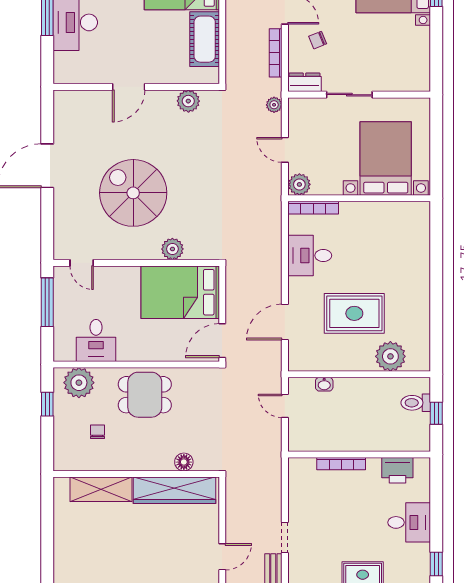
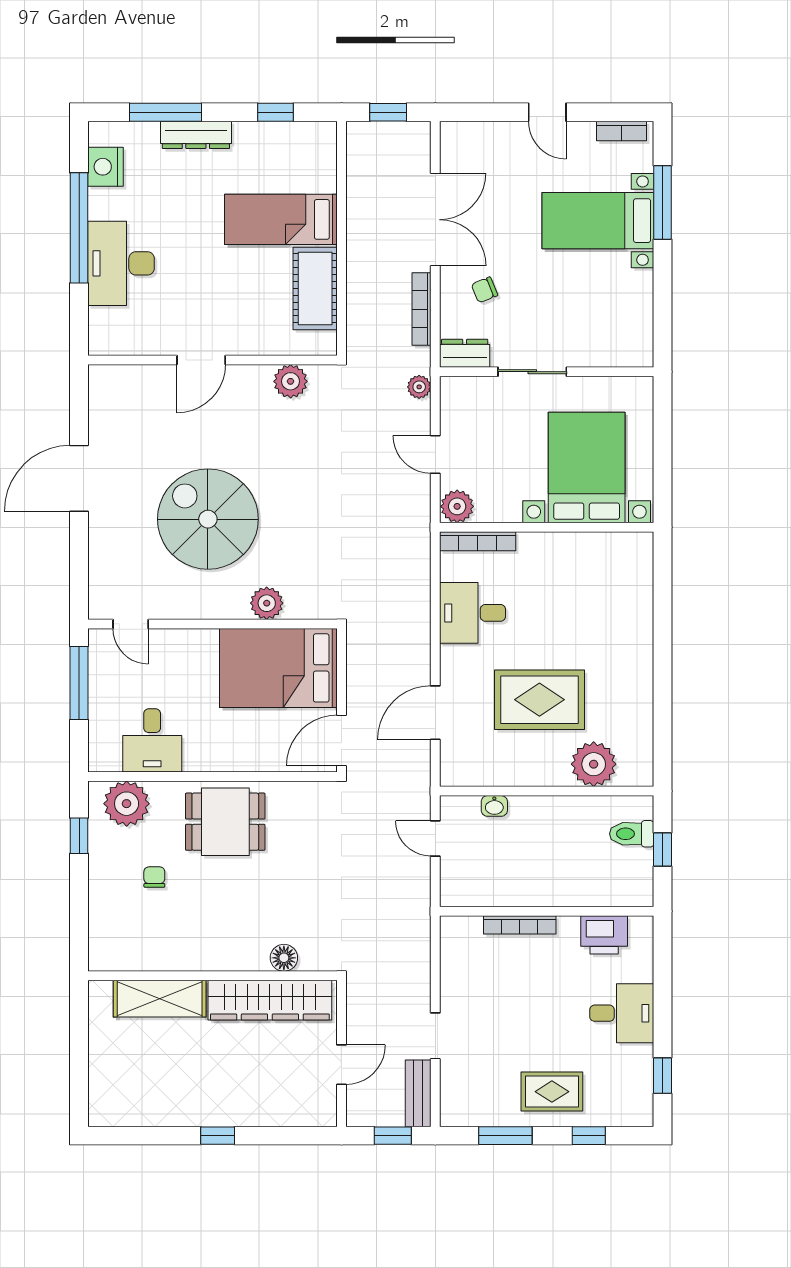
floor lamp: (184, 462) -> (284, 958), moved
wall: (136, 474) -> (212, 976), moved
shelving: (101, 489) -> (160, 999), moved
wardrobe: (175, 490) -> (270, 1000), moved

